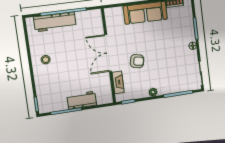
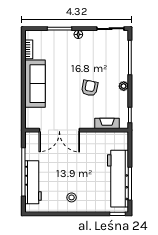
double door: (108, 53) -> (59, 130), moved
armchair: (137, 61) -> (90, 88), moved
workbench: (82, 100) -> (118, 179), width x1.88, depth x1.32

